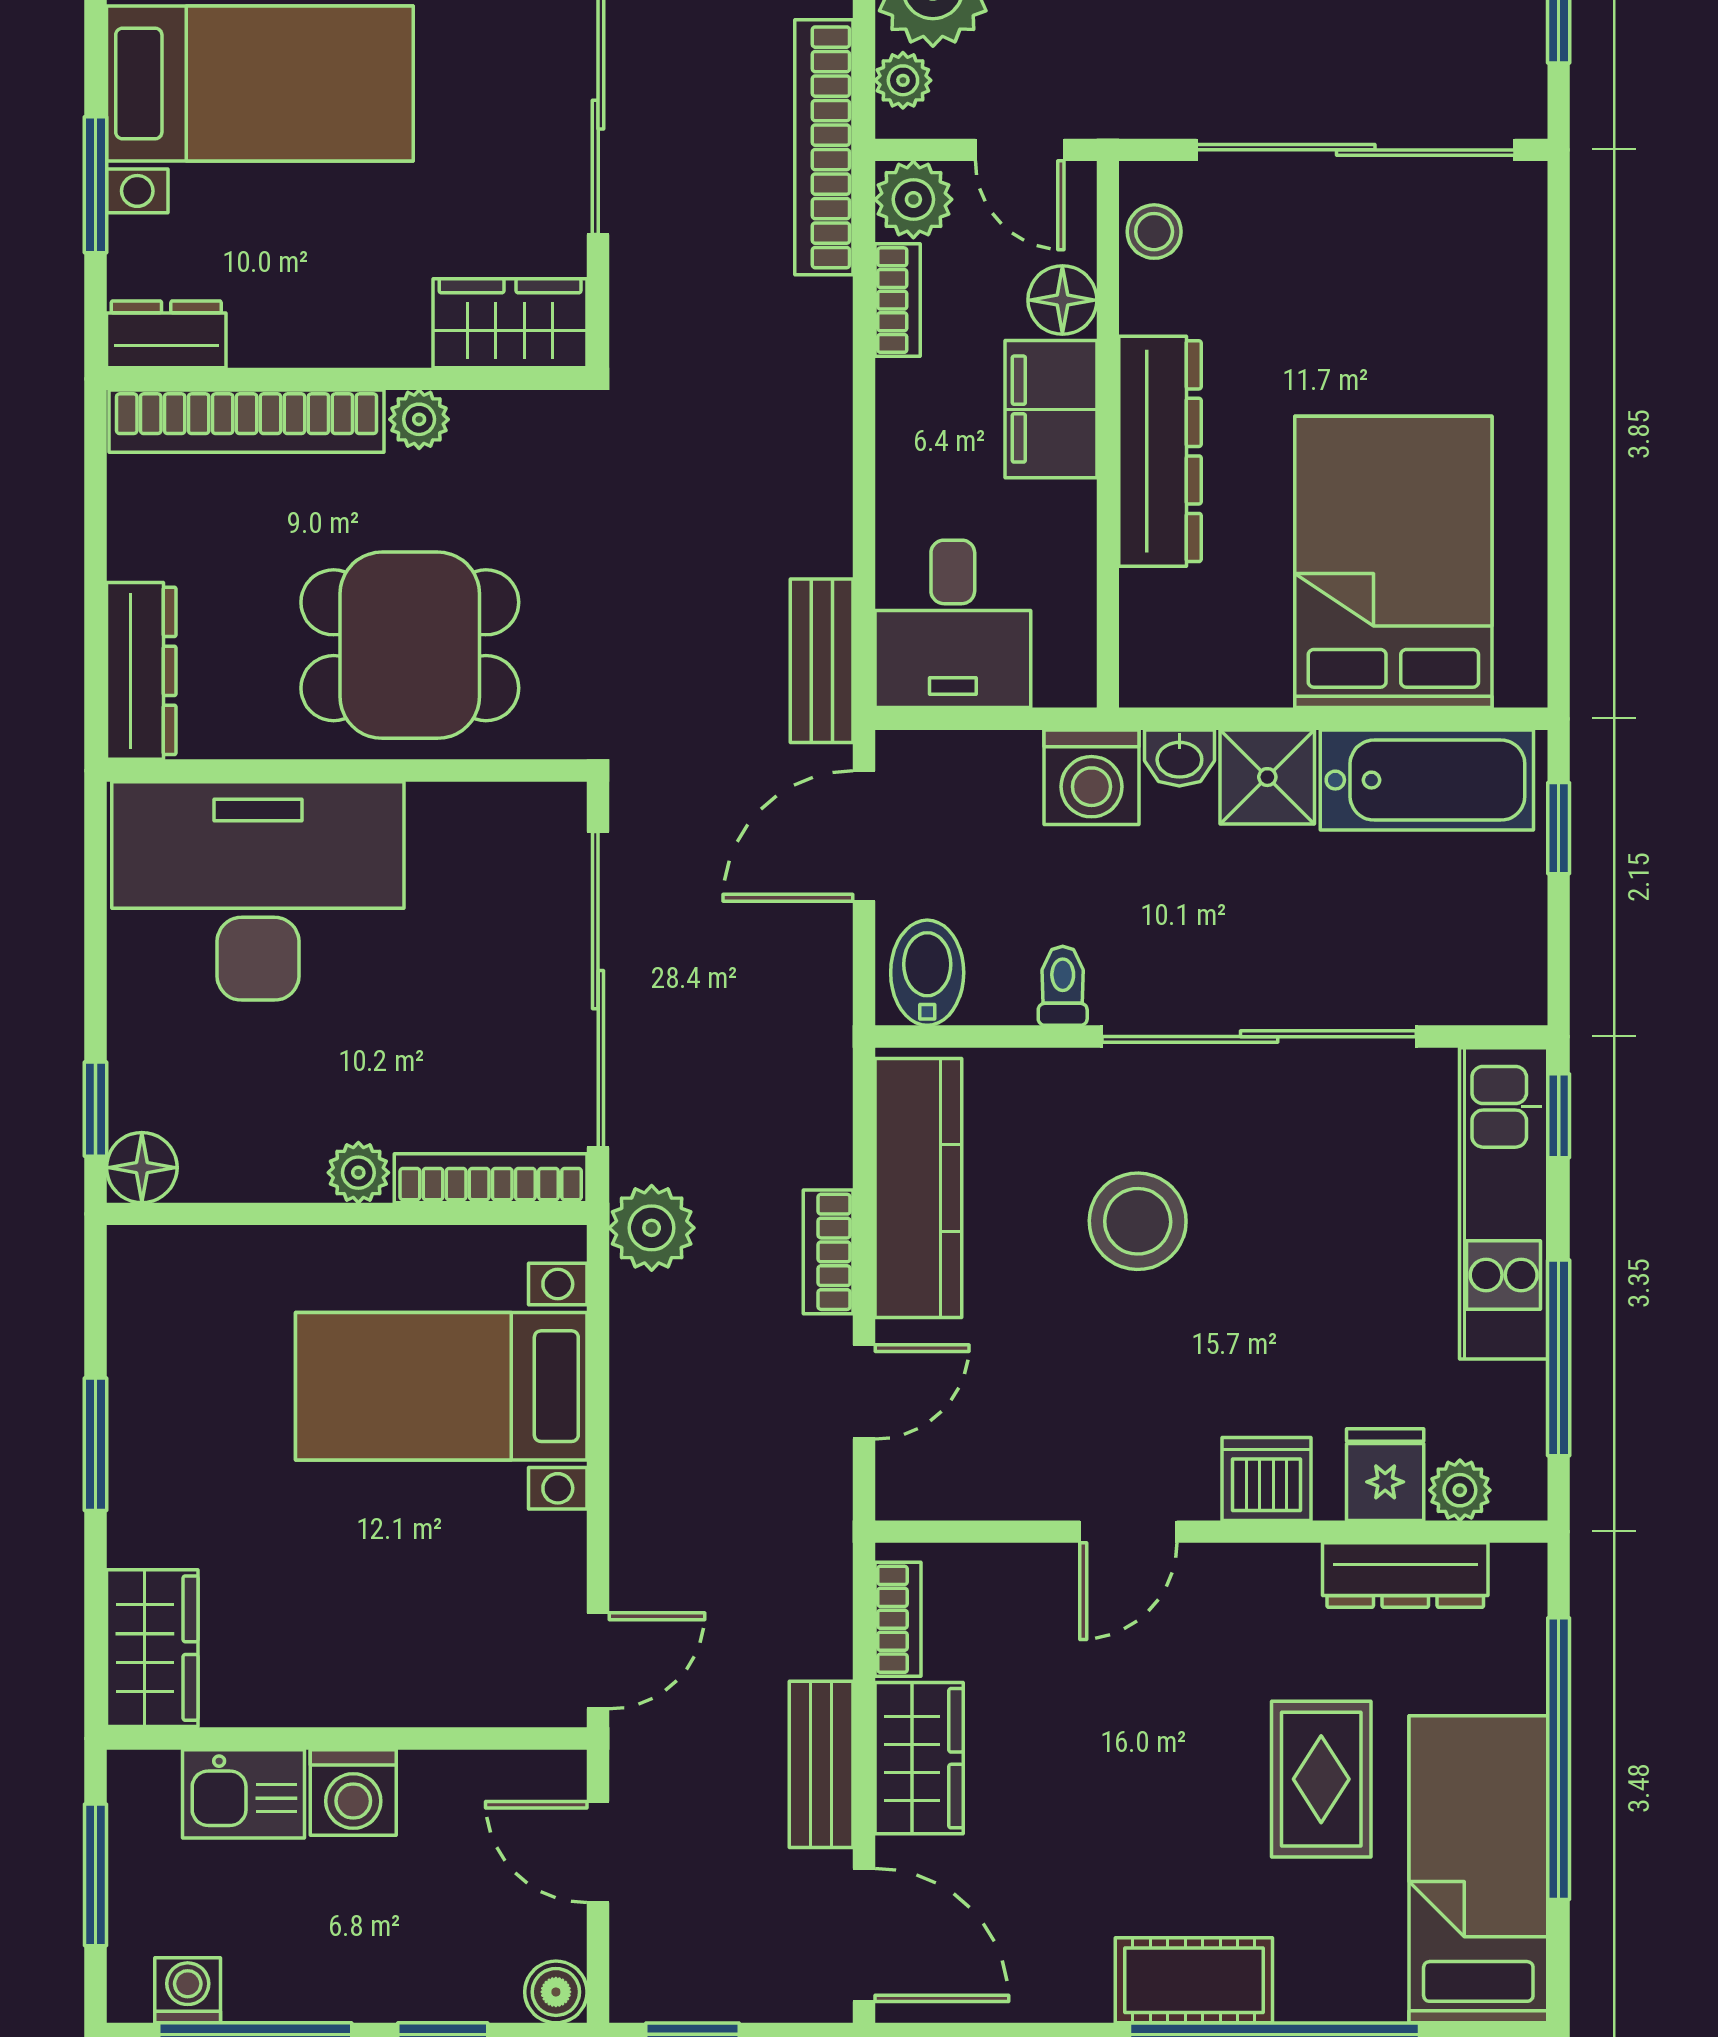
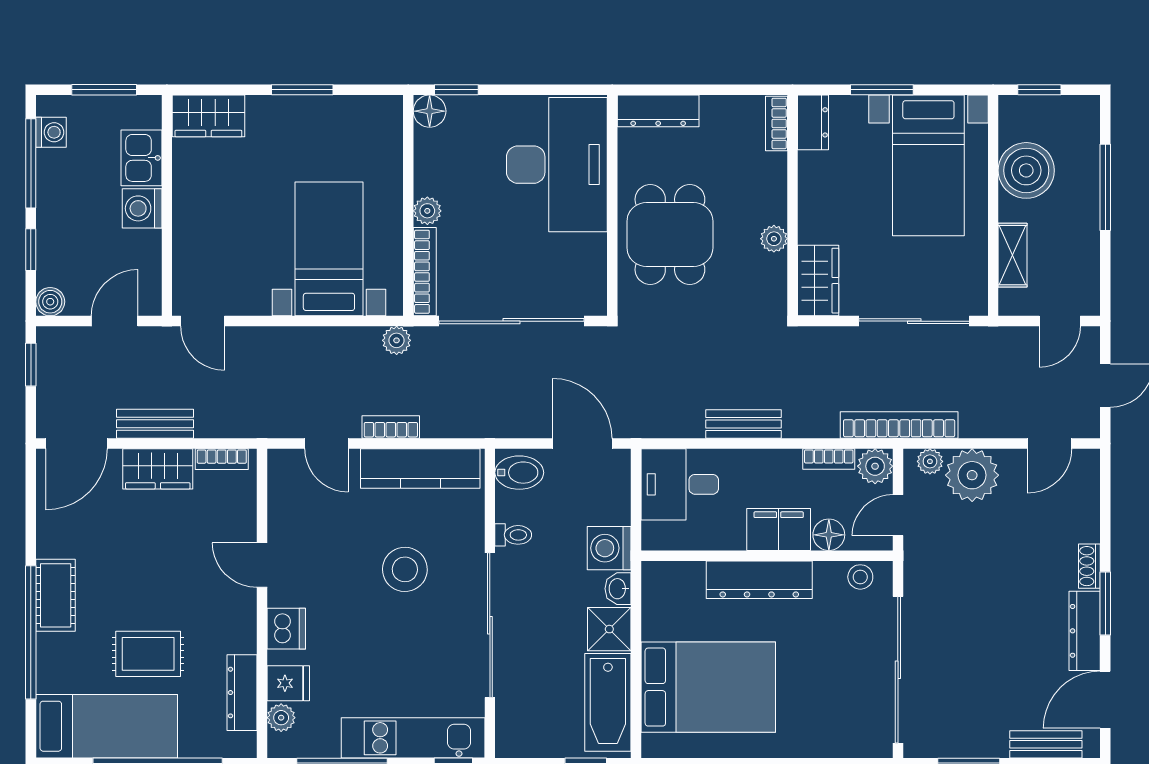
bookcase: (247, 421) -> (776, 123), width x0.43, depth x0.76
bench: (822, 661) -> (743, 424), moved
plant: (652, 1228) -> (397, 340), width x0.73, depth x0.73

